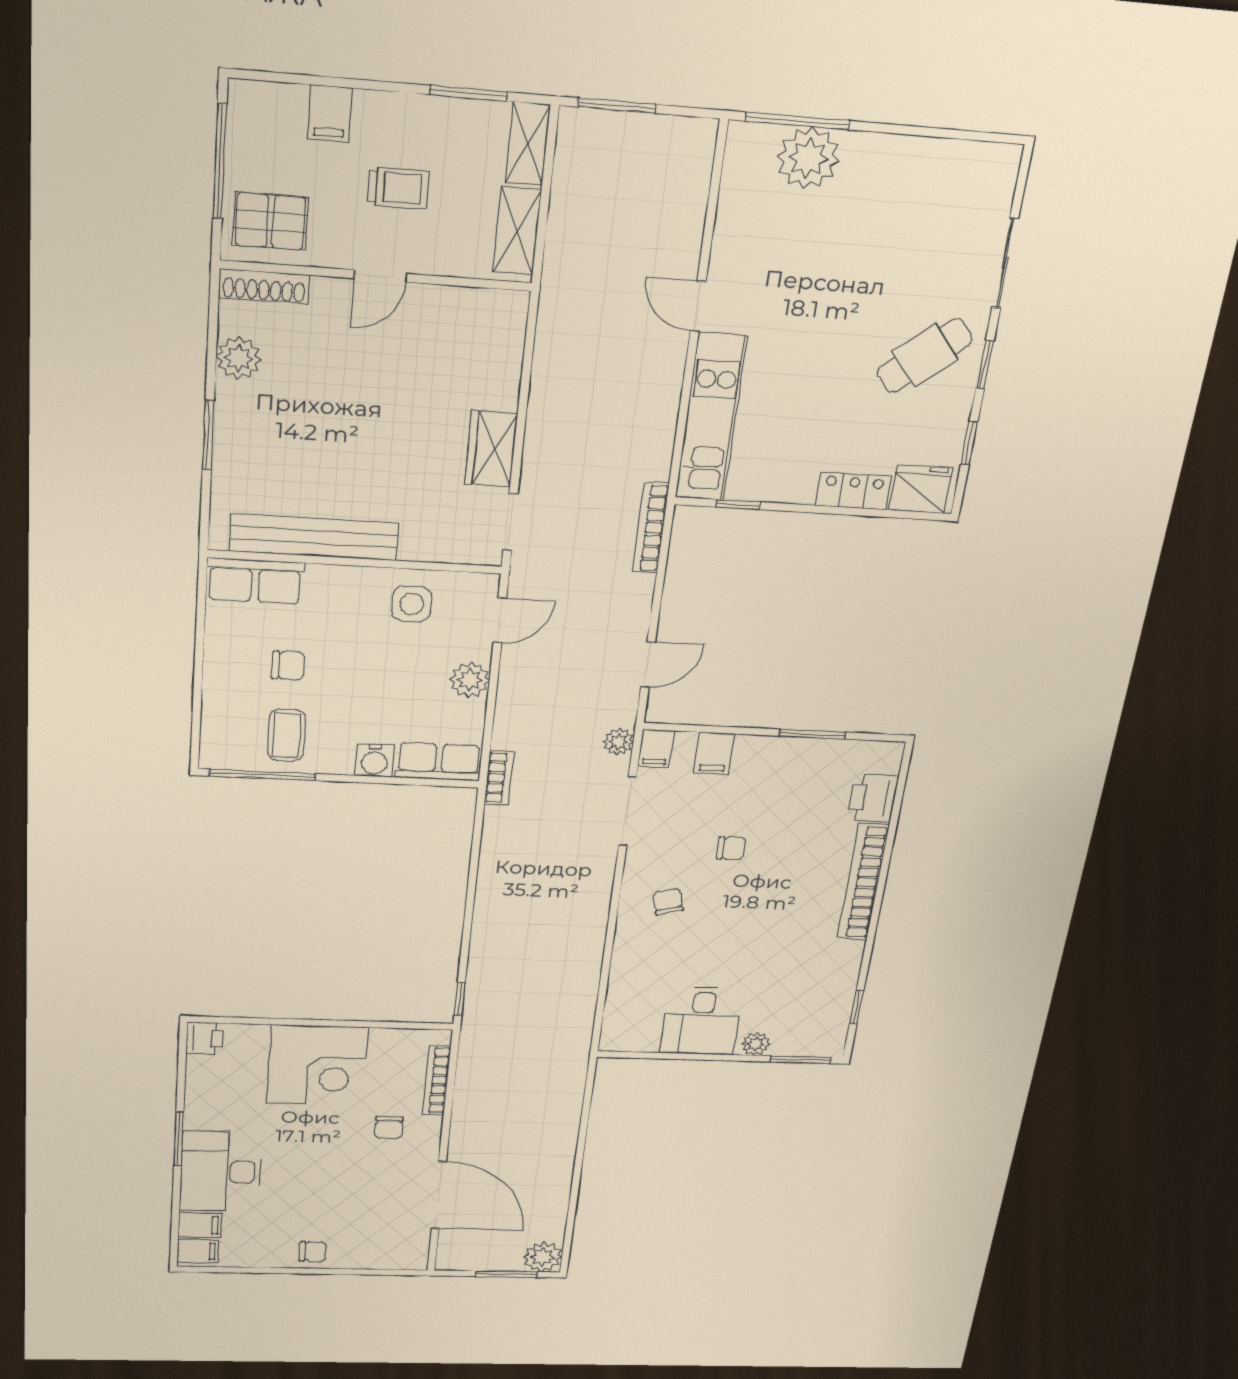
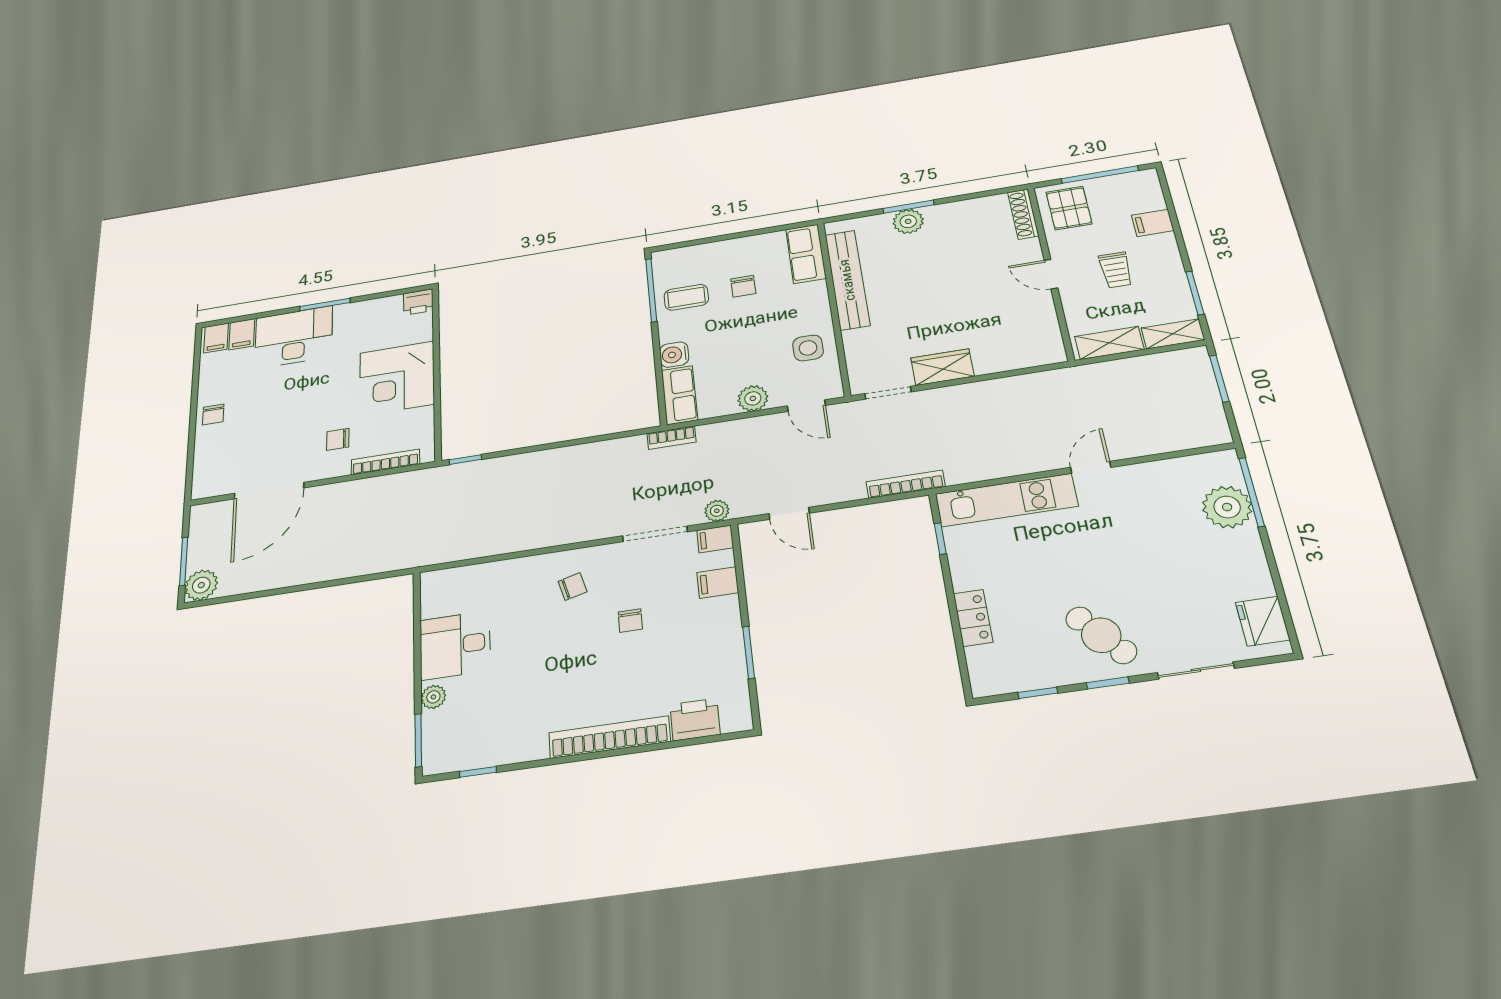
plant: (239, 358) -> (908, 221), moved
fridge: (921, 489) -> (1263, 621), moved, turned 180

